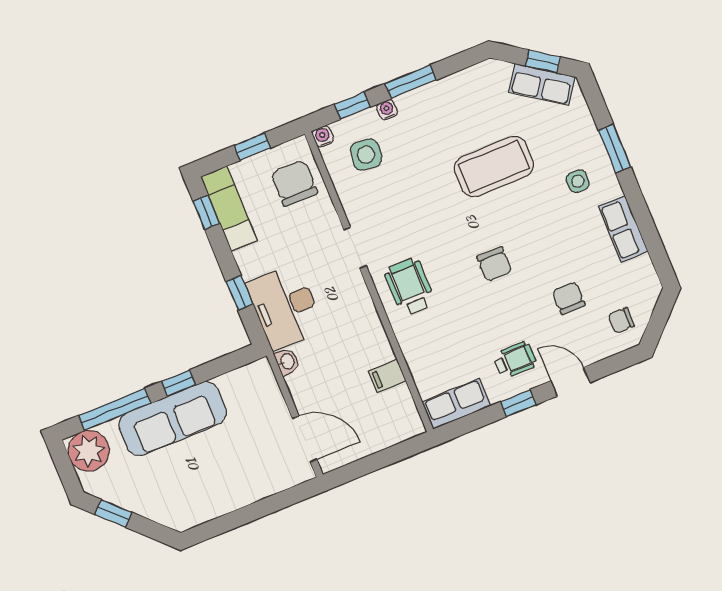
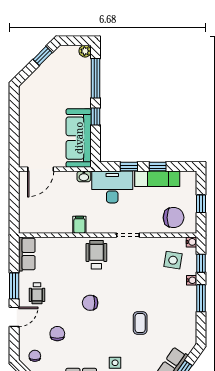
coffee table: (494, 167) -> (140, 323), width x0.54, depth x0.58
exam couch: (229, 209) -> (157, 179), moved
window: (206, 212) -> (158, 167), moved
wheelchair: (410, 287) -> (96, 255), turned -90
chair: (569, 298) -> (57, 334), turned -90
filing cabinet: (387, 376) -> (79, 225), moved
window: (518, 403) -> (14, 286), width x1.50
sofa: (173, 419) -> (79, 138), moved
plant: (89, 451) -> (85, 51), width x0.53, depth x0.53

